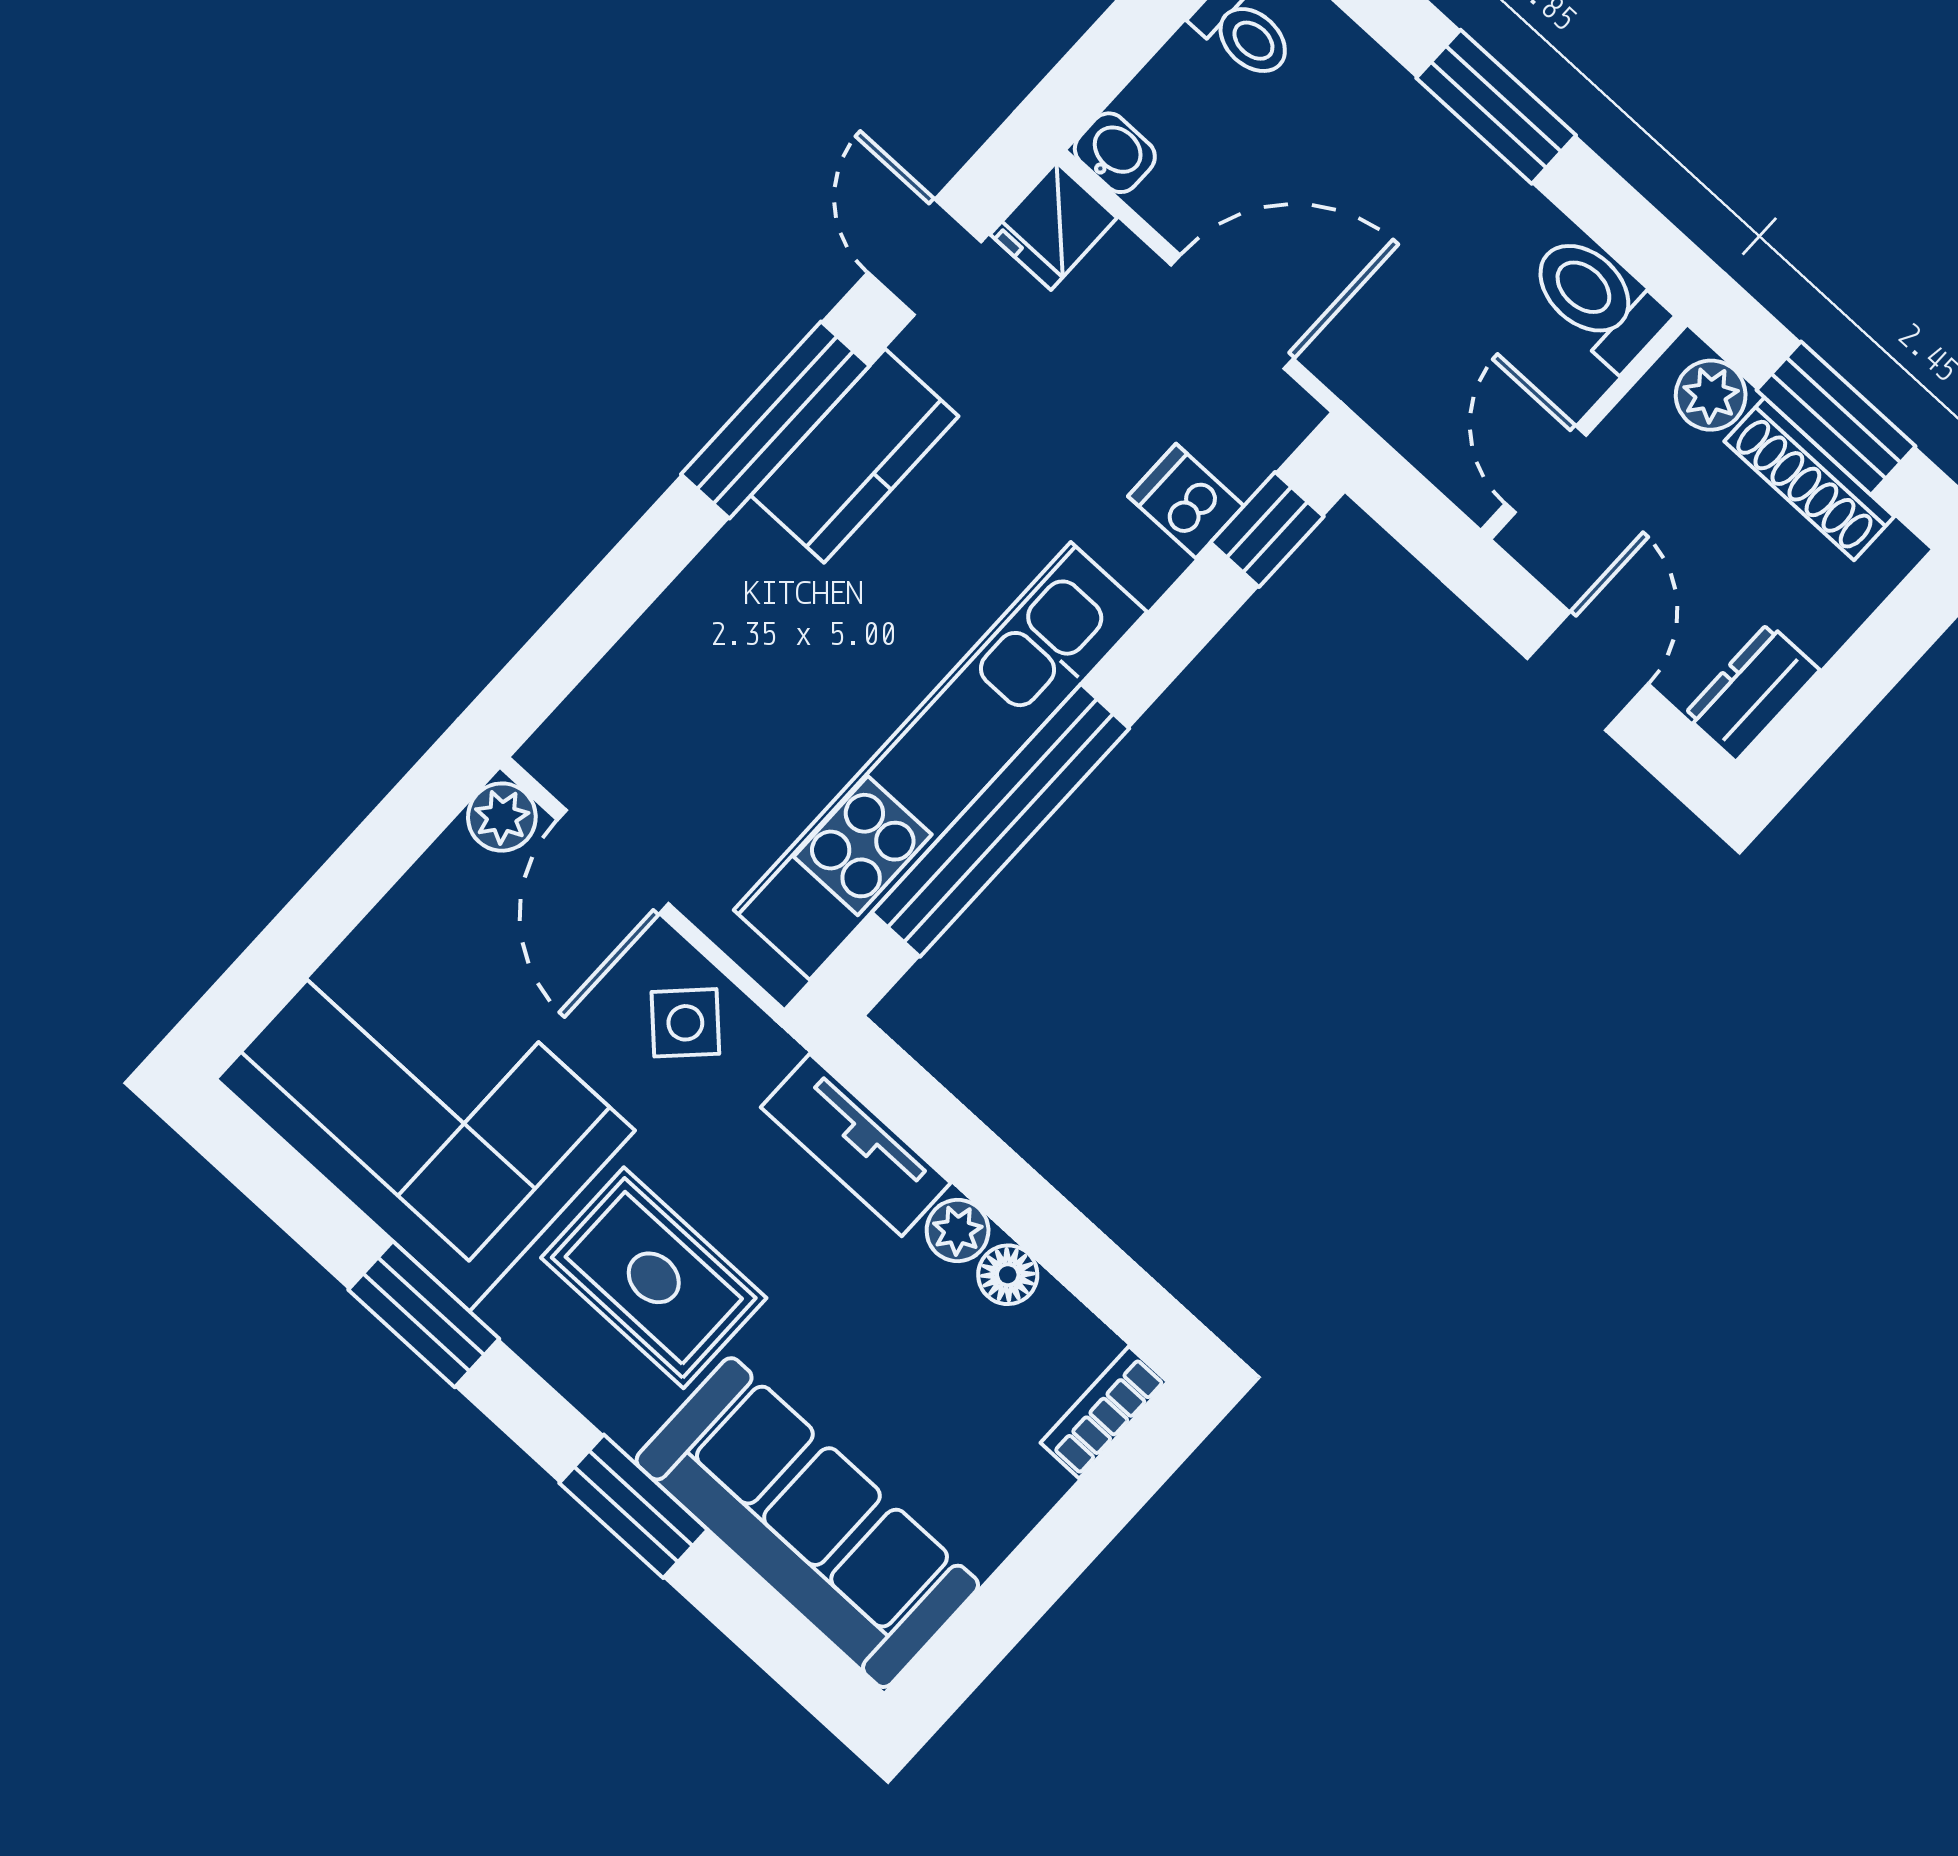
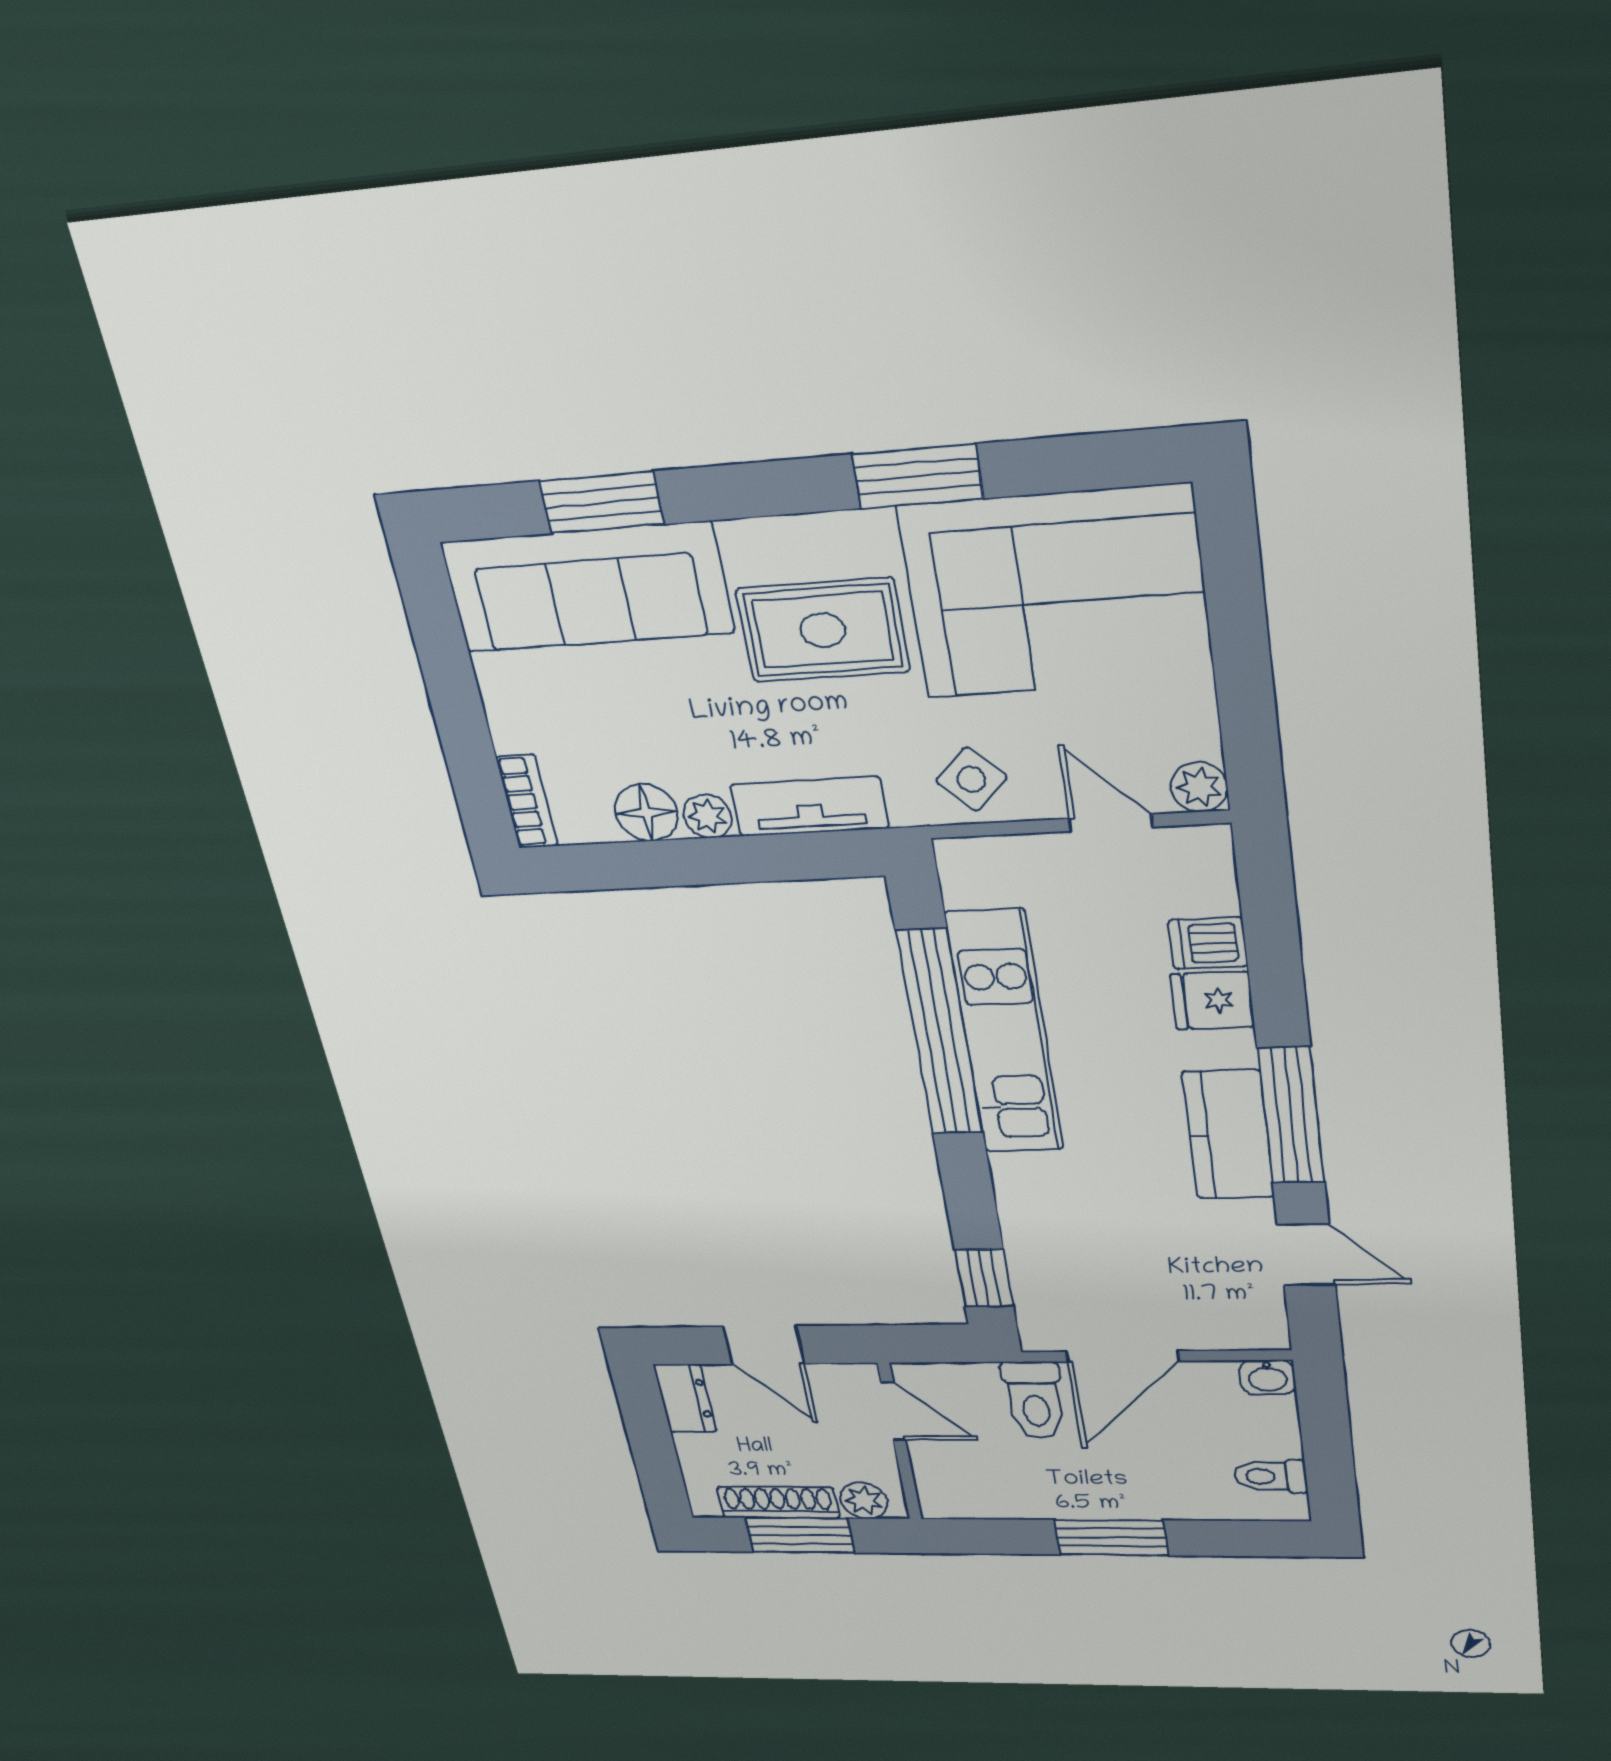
fridge: (1054, 226) -> (1212, 1001), moved, turned -90
toilet: (1597, 300) -> (1035, 1400), moved, turned 90
dishwasher: (1186, 501) -> (1208, 943), moved, turned 180
kitchen unit: (940, 761) -> (1005, 1033), width x0.73
door: (613, 862) -> (1111, 823), width x0.73
floor lamp: (1008, 1275) -> (646, 813), width x1.37, depth x1.37
window: (633, 1506) -> (602, 503), moved

